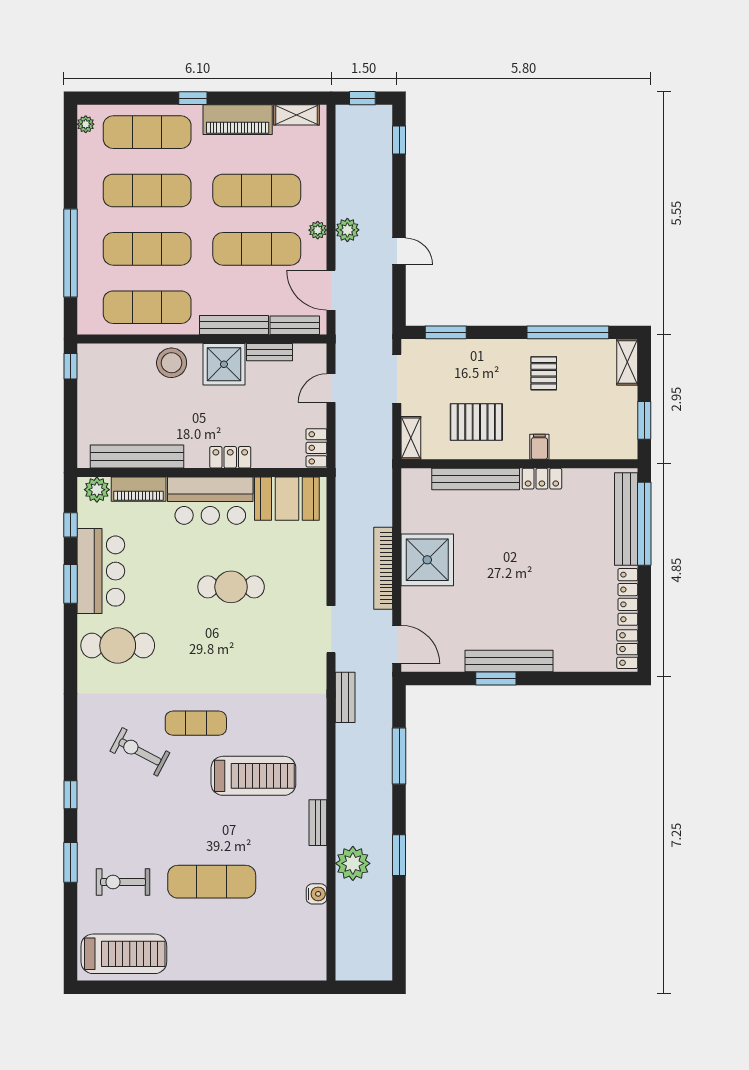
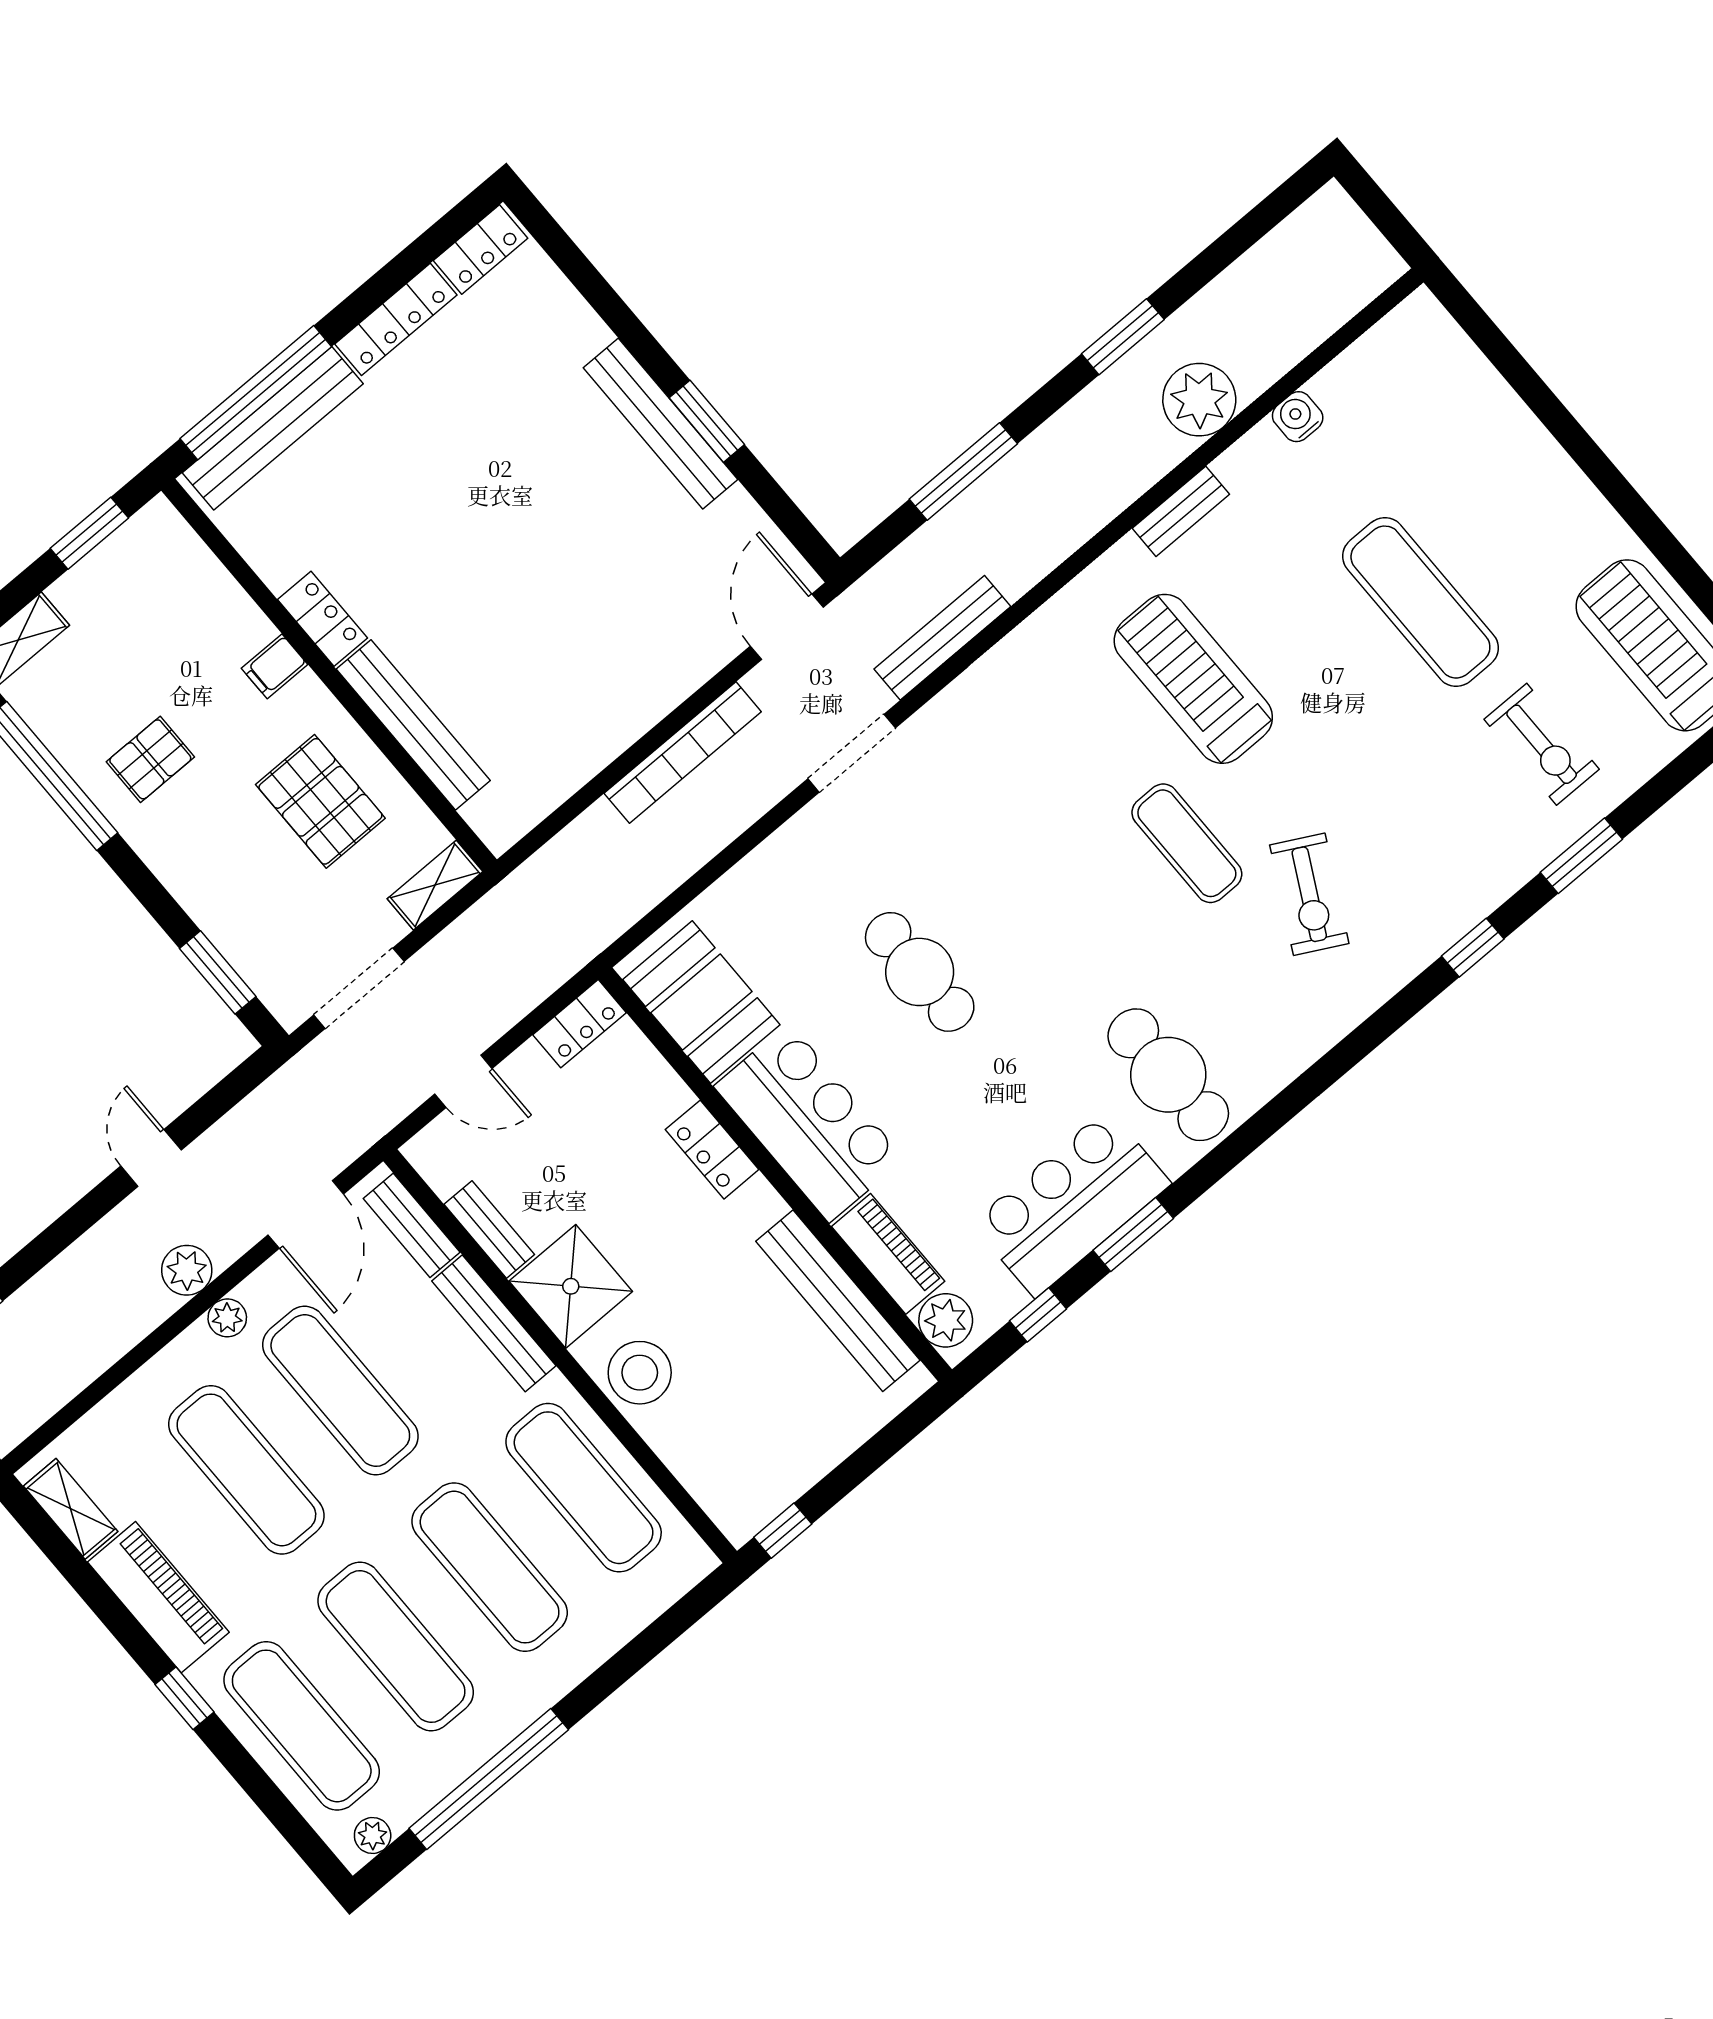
window: (71, 253) -> (489, 1779), moved
shower: (427, 560) -> (609, 693), removed
bench: (345, 697) -> (942, 638), width x1.36

